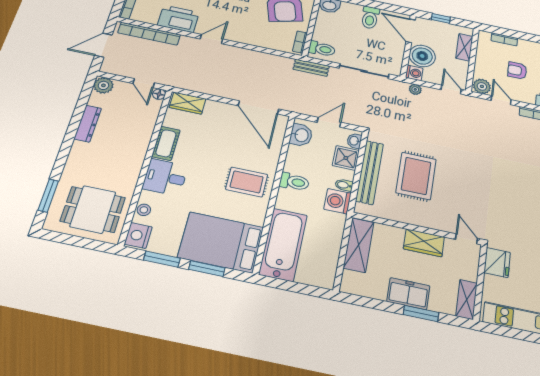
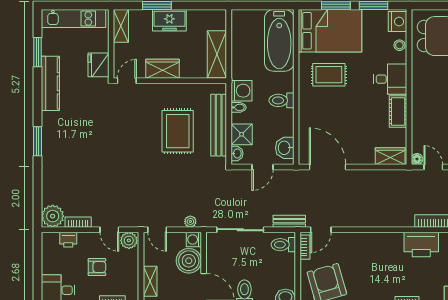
door: (211, 39) -> (321, 230), moved
rug: (247, 182) -> (329, 75), moved
door: (467, 239) -> (127, 81), swing flipped

